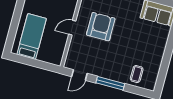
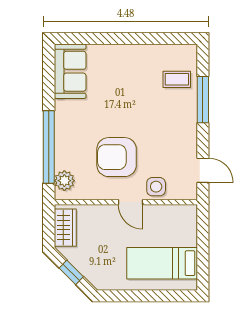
side table: (77, 45) -> (156, 187), added
window: (110, 83) -> (203, 100), moved

